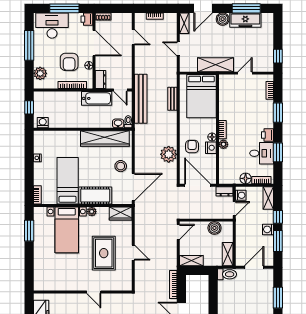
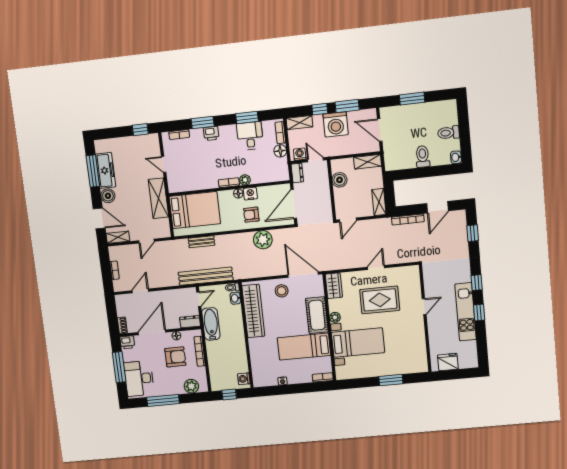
printer: (268, 135) -> (211, 133), moved
washing machine: (268, 229) -> (336, 124), width x1.89, depth x1.89
window: (29, 231) -> (391, 380), moved
door: (178, 232) -> (348, 220), swing flipped
toilet: (227, 274) -> (423, 156), moved

